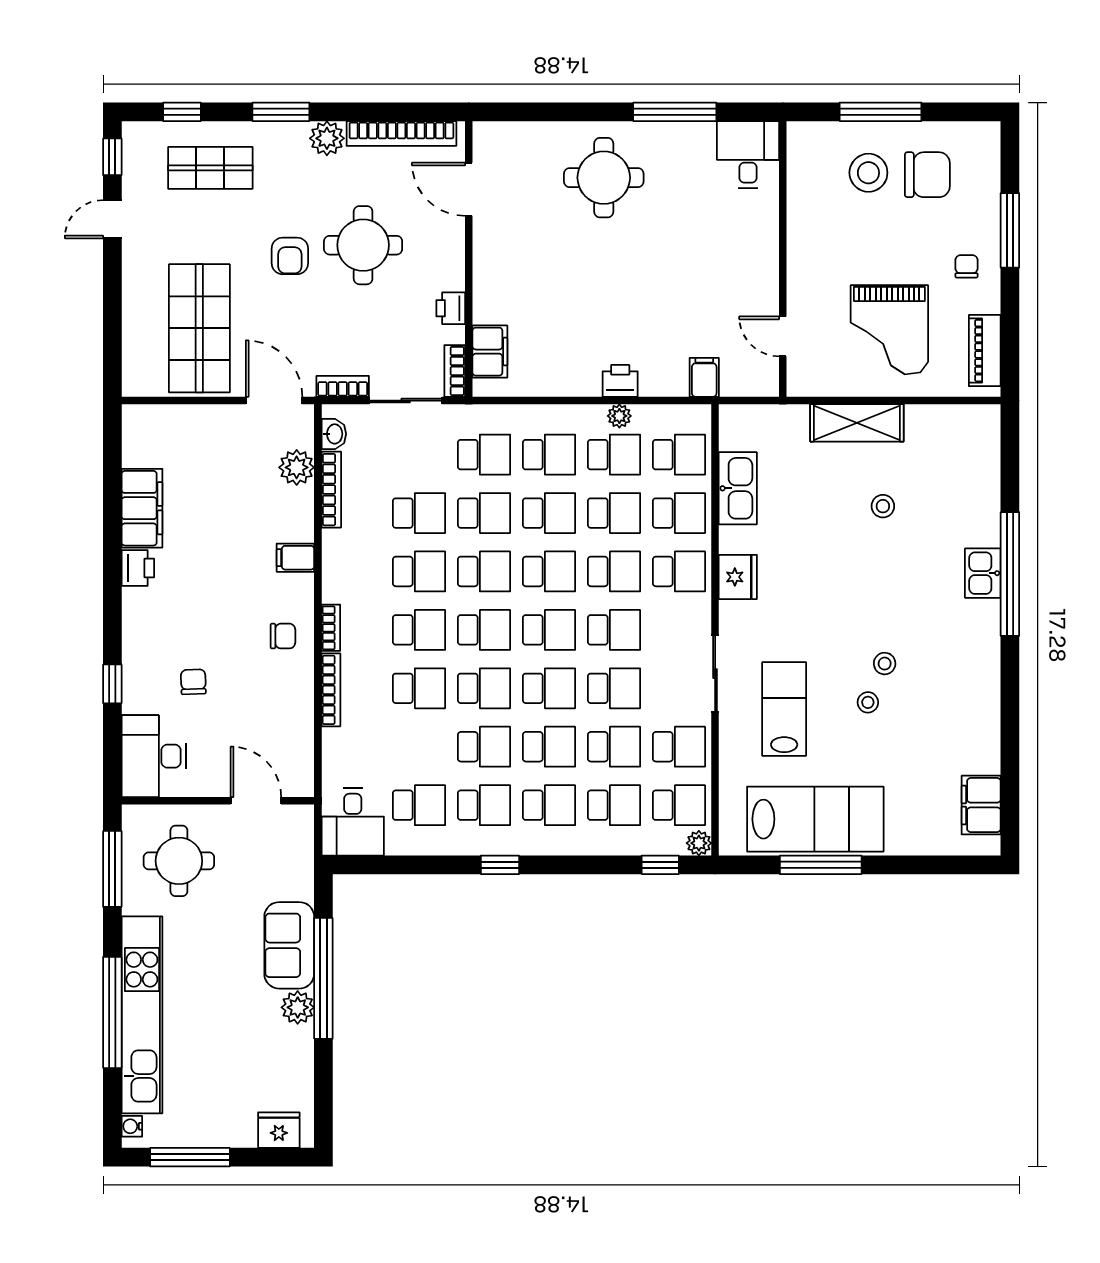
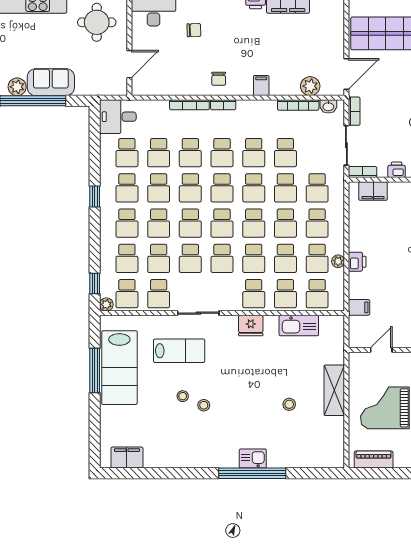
school desk: (419, 747) -> (159, 153), added

